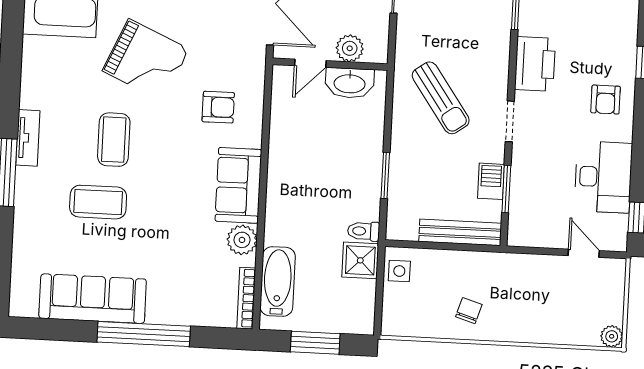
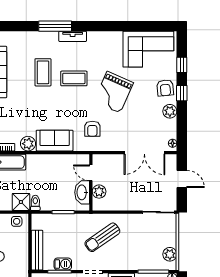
plant: (350, 48) -> (99, 192), moved
door: (310, 63) -> (91, 173), moved
wall: (330, 64) -> (91, 182), moved
washbasin: (350, 83) -> (82, 192), moved

